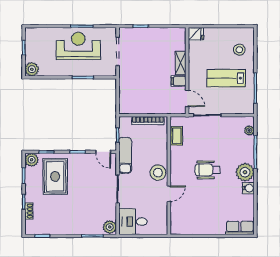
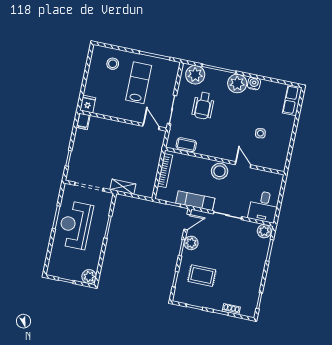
shelving: (181, 63) -> (123, 187), moved
lab bench: (226, 78) -> (139, 83), turned 180
filing cabinet: (179, 81) -> (83, 121), moved
door: (187, 99) -> (151, 126), hinge flipped
plant: (249, 130) -> (195, 75), width x1.87, depth x1.87
plant: (32, 160) -> (191, 243), moved
wheelchair: (208, 170) -> (203, 106), moved
rug: (55, 176) -> (202, 276), width x0.73, depth x0.70
side table: (202, 204) -> (260, 133), added

